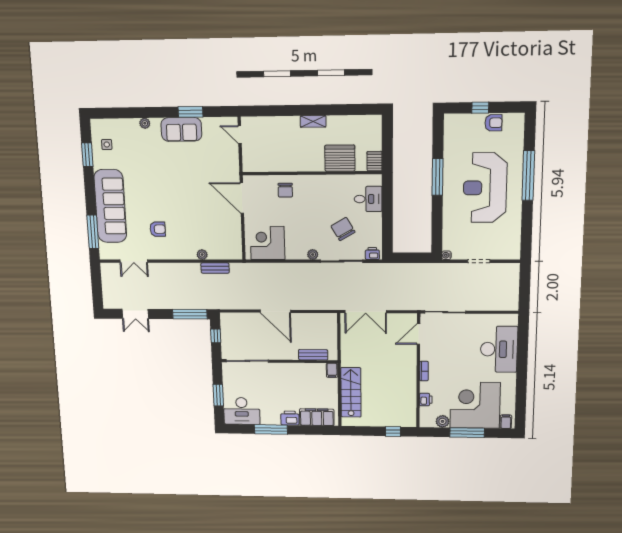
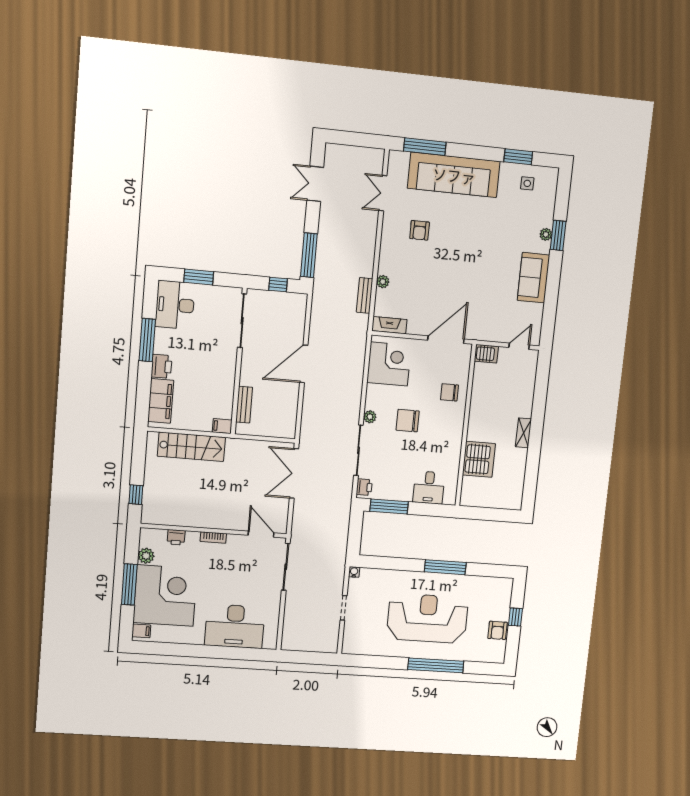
window: (190, 112) -> (558, 235), moved
server rack: (375, 161) -> (486, 354), moved
chair: (343, 229) -> (408, 421), moved, turned -150
window: (387, 231) -> (389, 507), added
fireplace: (236, 246) -> (389, 325), added

